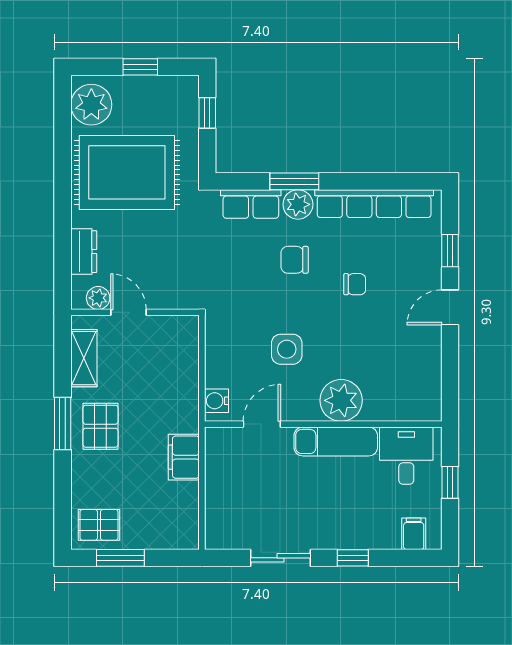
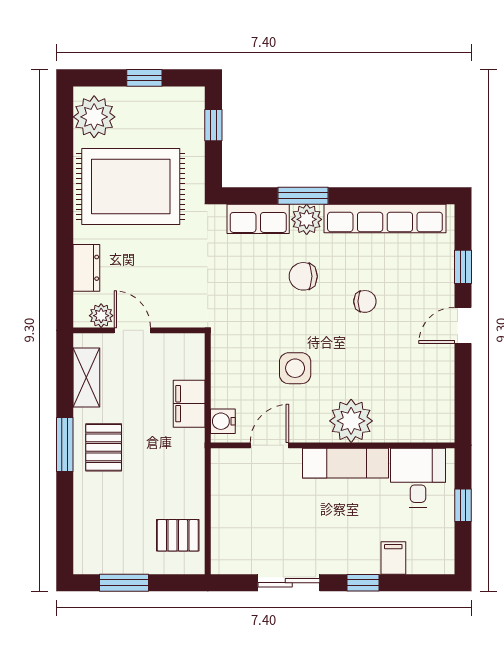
filing cabinet: (184, 457) -> (189, 404), moved
pallet: (99, 525) -> (178, 535), moved
filing cabinet: (414, 534) -> (393, 558), moved

